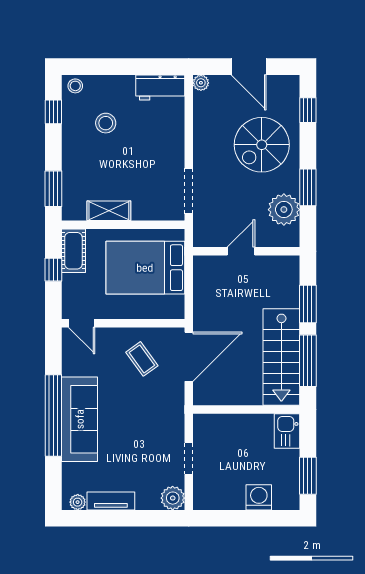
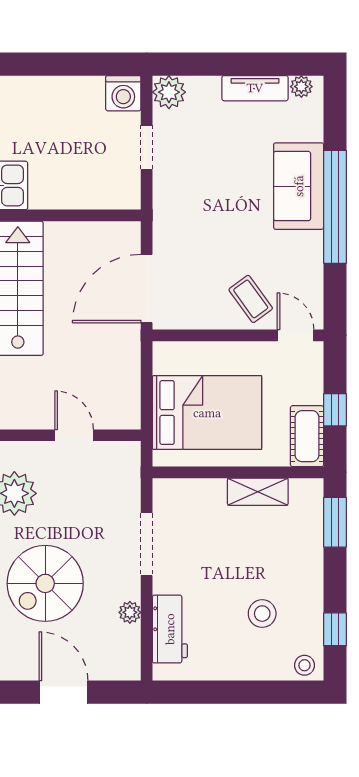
plant: (201, 83) -> (130, 612), moved
workbench: (160, 87) -> (170, 629), moved, turned 90
spiral stairs: (262, 145) -> (45, 583), turned 180
doorway: (189, 191) -> (147, 544), moved
door: (241, 251) -> (74, 435), swing flipped
coffee table: (142, 359) -> (251, 299), moved
sofa: (80, 419) -> (299, 186), width x0.73
washing machine: (259, 497) -> (123, 93), moved

